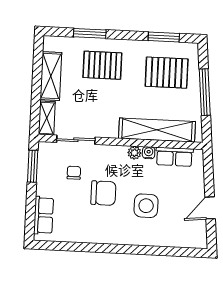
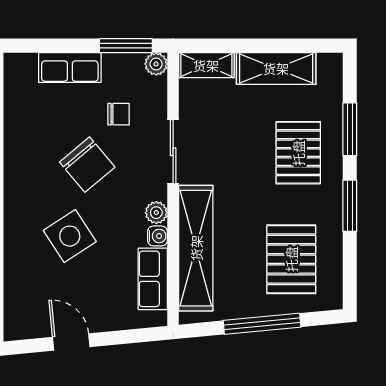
window: (164, 37) -> (350, 206), moved
sliding door: (76, 140) -> (173, 152), moved
plant: (45, 148) -> (156, 64), added
chair: (103, 193) -> (87, 165), turned -40
side table: (146, 206) -> (70, 236), turned -34
row of seats: (43, 215) -> (70, 68), moved

